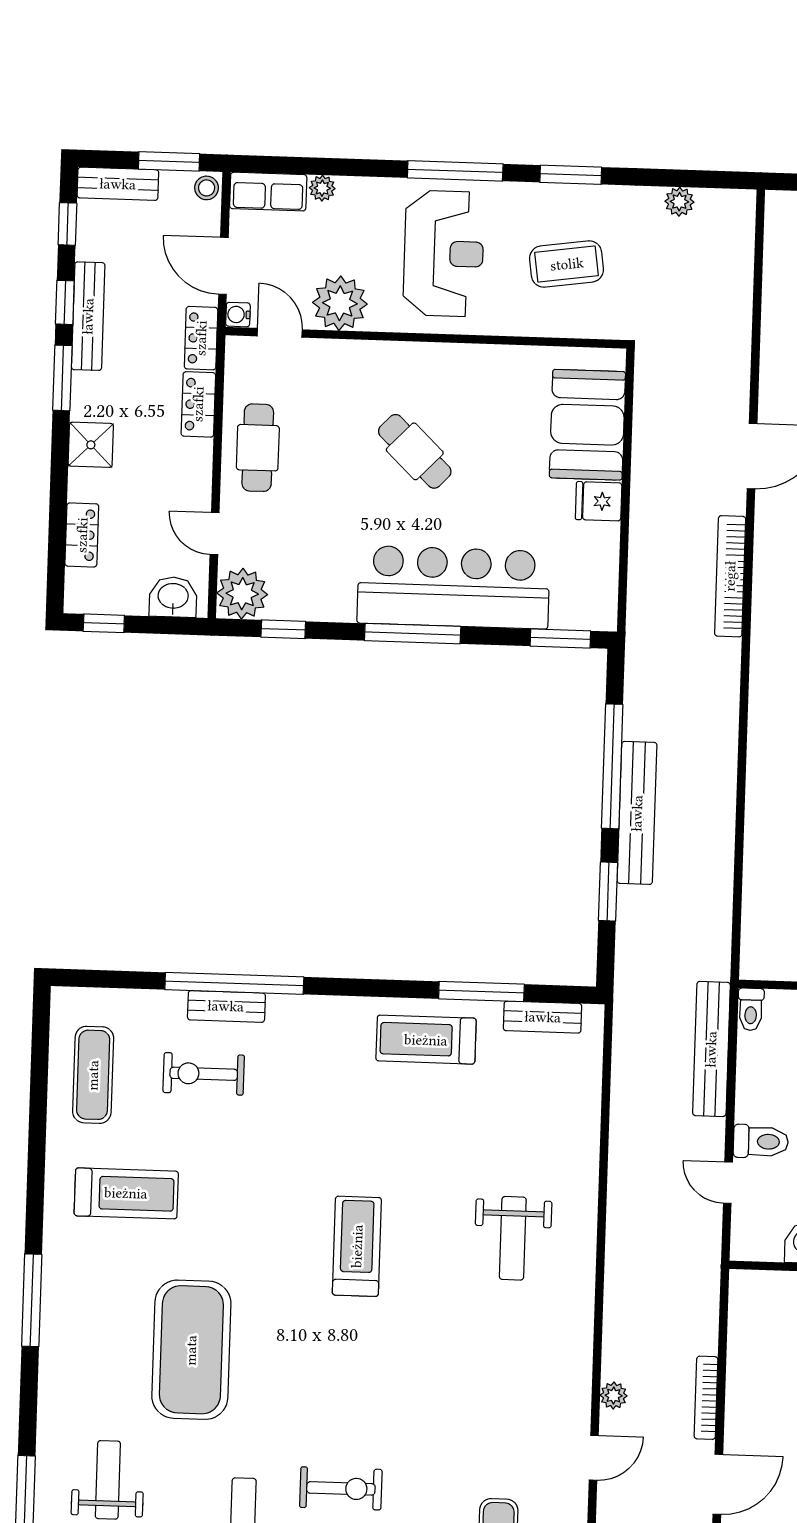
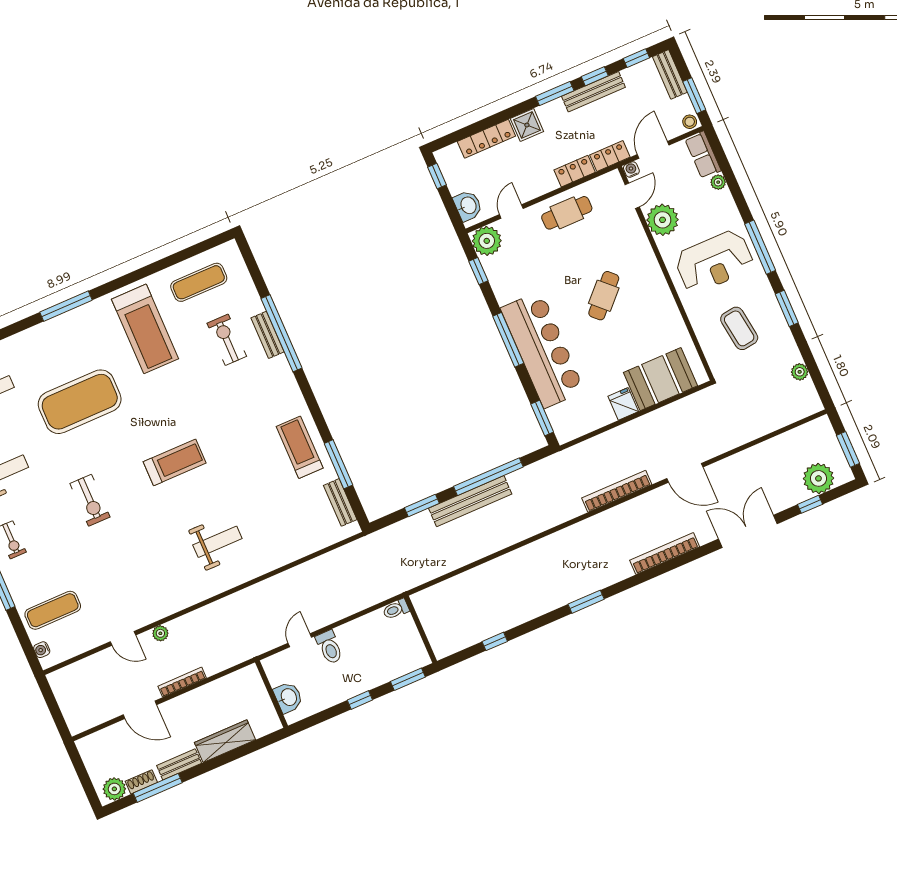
locker: (82, 535) -> (486, 139), width x1.53
bench: (711, 1049) -> (365, 599), removed
treadmill: (126, 1193) -> (145, 329), width x1.37, depth x1.38
weight bench: (513, 1238) -> (217, 542), turned 180
exercise bike: (341, 1488) -> (90, 500), moved

